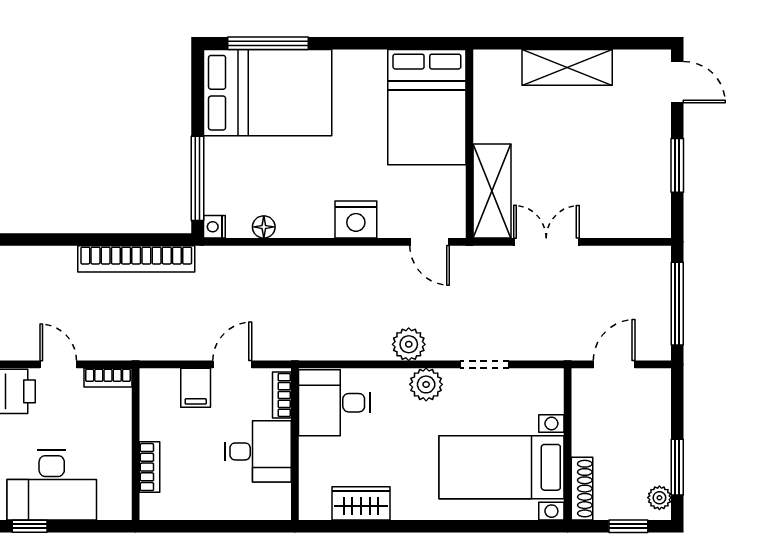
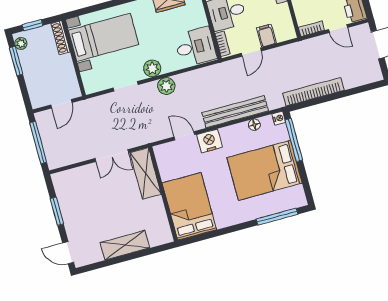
bed: (268, 93) -> (265, 170), moved
door: (430, 242) -> (184, 136), moved
bench: (293, 261) -> (235, 112), added

